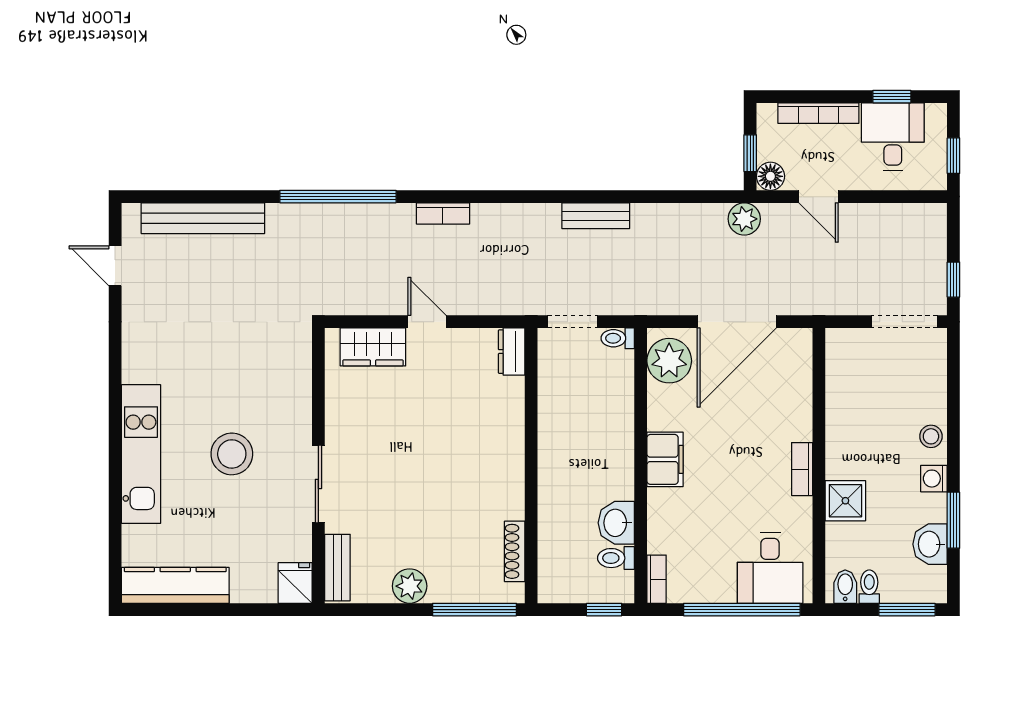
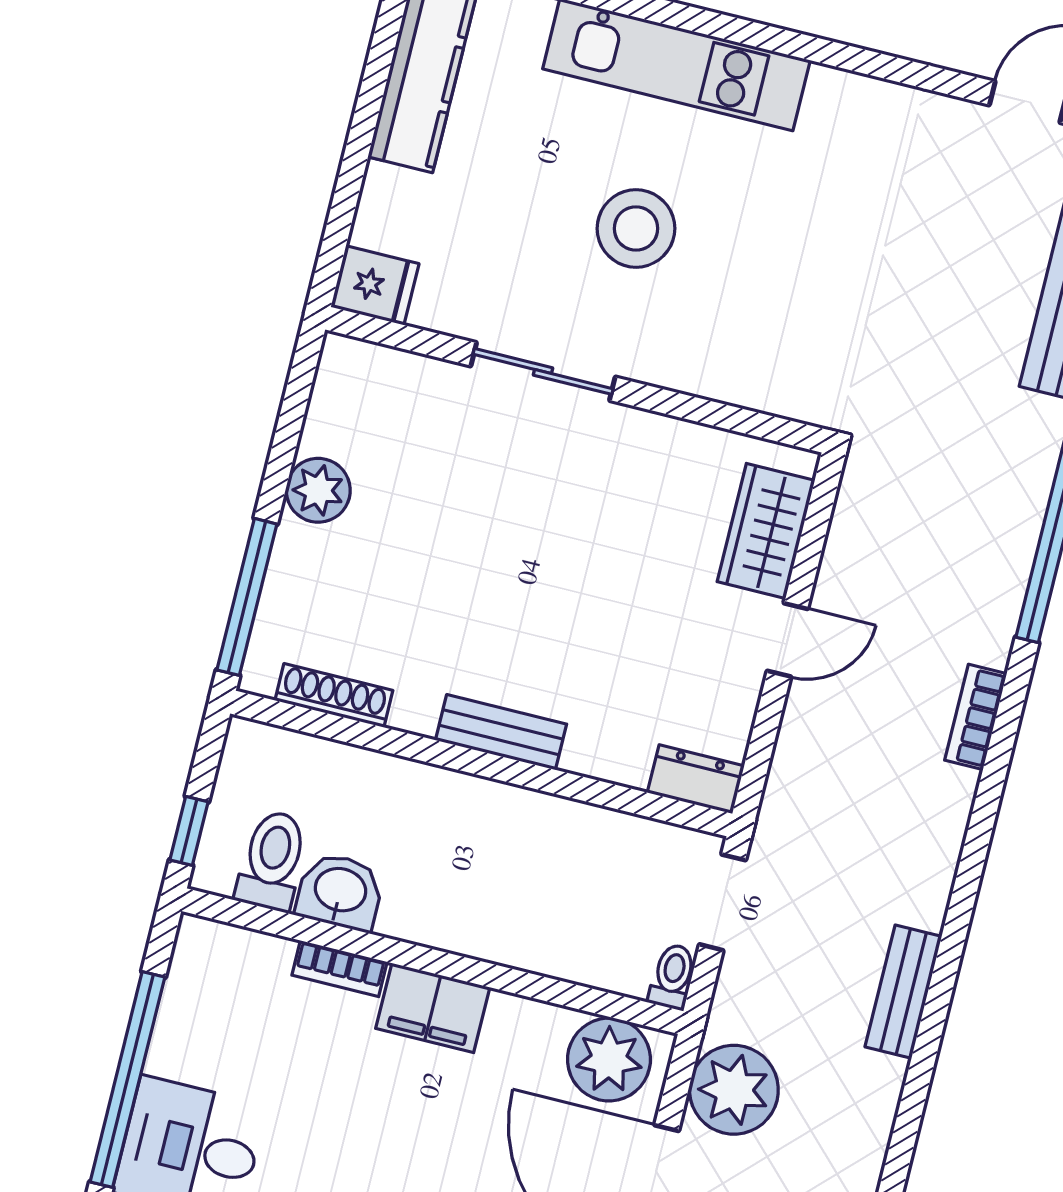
plant: (669, 292) -> (734, 1090), added
toilet: (616, 558) -> (272, 861), width x1.37, depth x1.39
bench: (337, 568) -> (501, 732), moved
bookcase: (657, 579) -> (340, 969), moved

